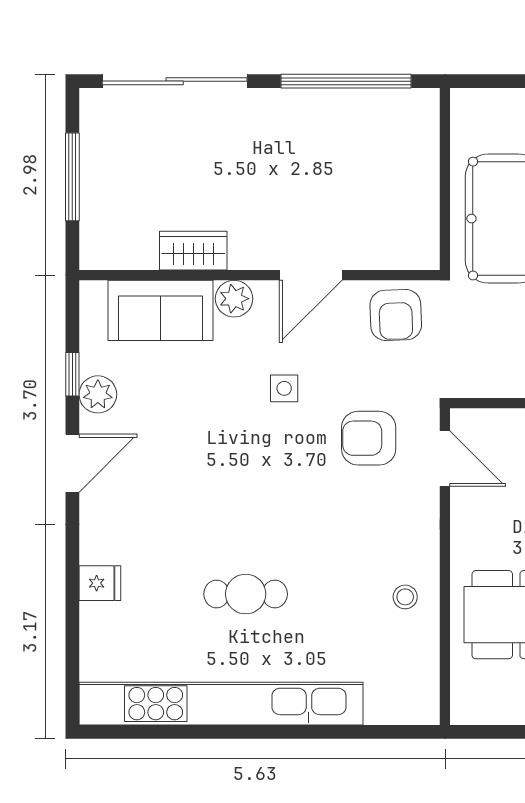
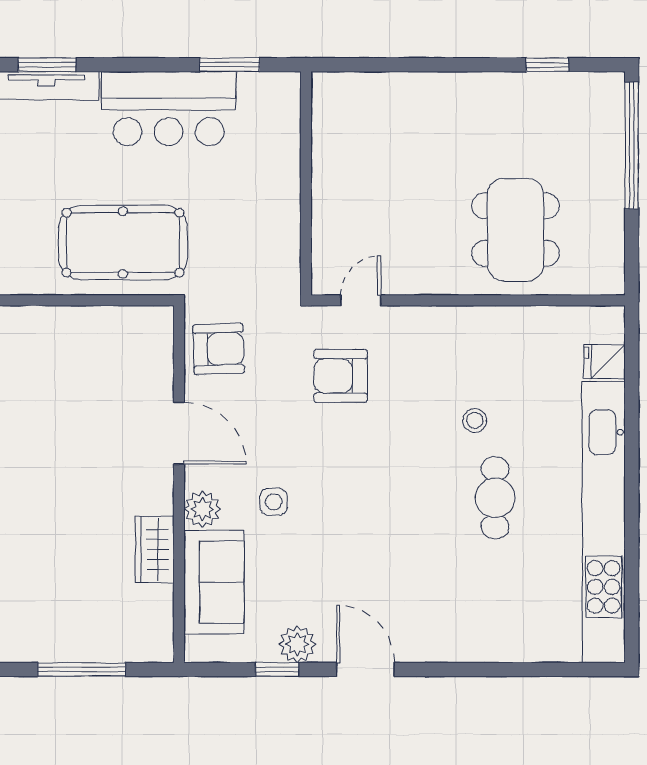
side table: (284, 388) -> (274, 502), moved
armchair: (369, 438) -> (341, 376), turned 90
door: (445, 459) -> (361, 300), width x0.73
fridge: (100, 583) -> (604, 362), moved, turned -90
stool: (405, 597) -> (475, 420), moved

